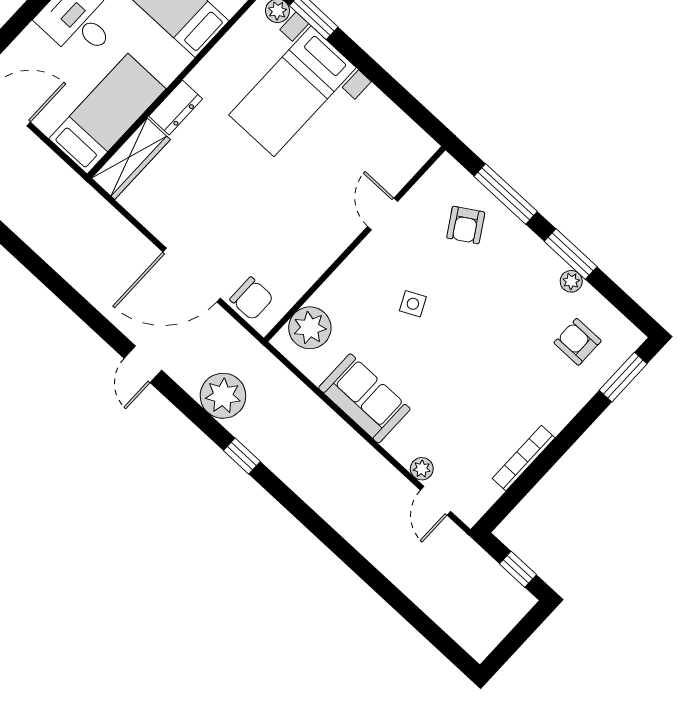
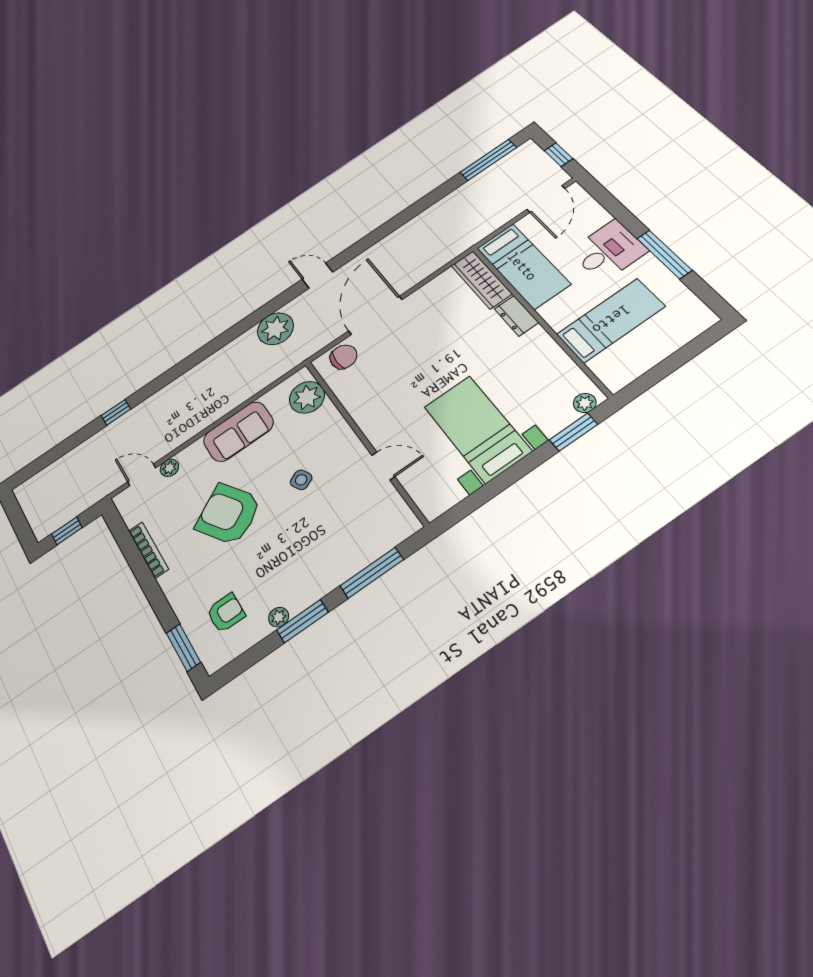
bed with nightstands: (292, 91) -> (477, 429), moved
armchair: (466, 225) -> (228, 514), moved, width x1.88, depth x1.88
chair: (252, 299) -> (344, 357), turned 180
window: (242, 456) -> (116, 412), moved

